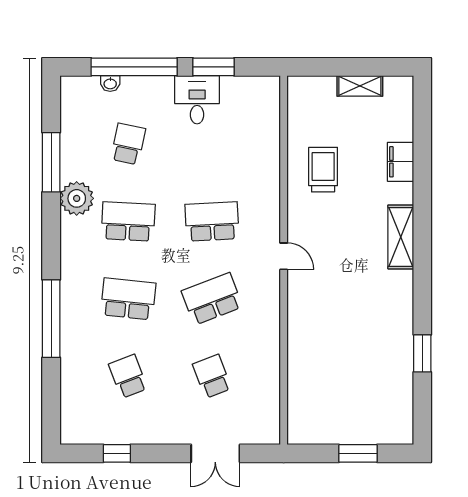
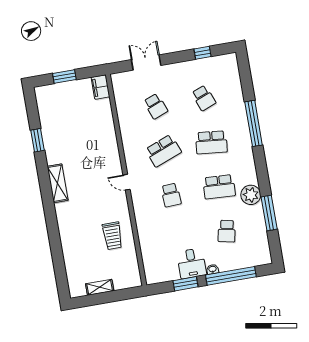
washbasin: (110, 83) -> (213, 269), moved
filing cabinet: (400, 162) -> (100, 87), moved, turned 180
school desk: (212, 221) -> (171, 195), width x0.54
shelving: (401, 237) -> (58, 183), moved

